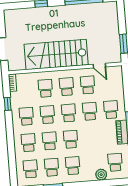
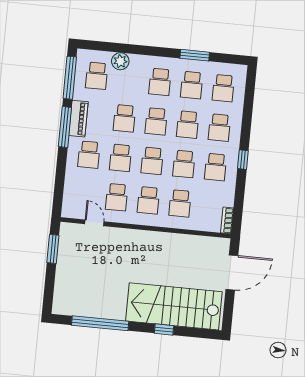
stairs: (56, 54) -> (174, 306), moved, turned 180
window: (8, 104) -> (243, 160), moved
school desk: (92, 138) -> (124, 118), added

